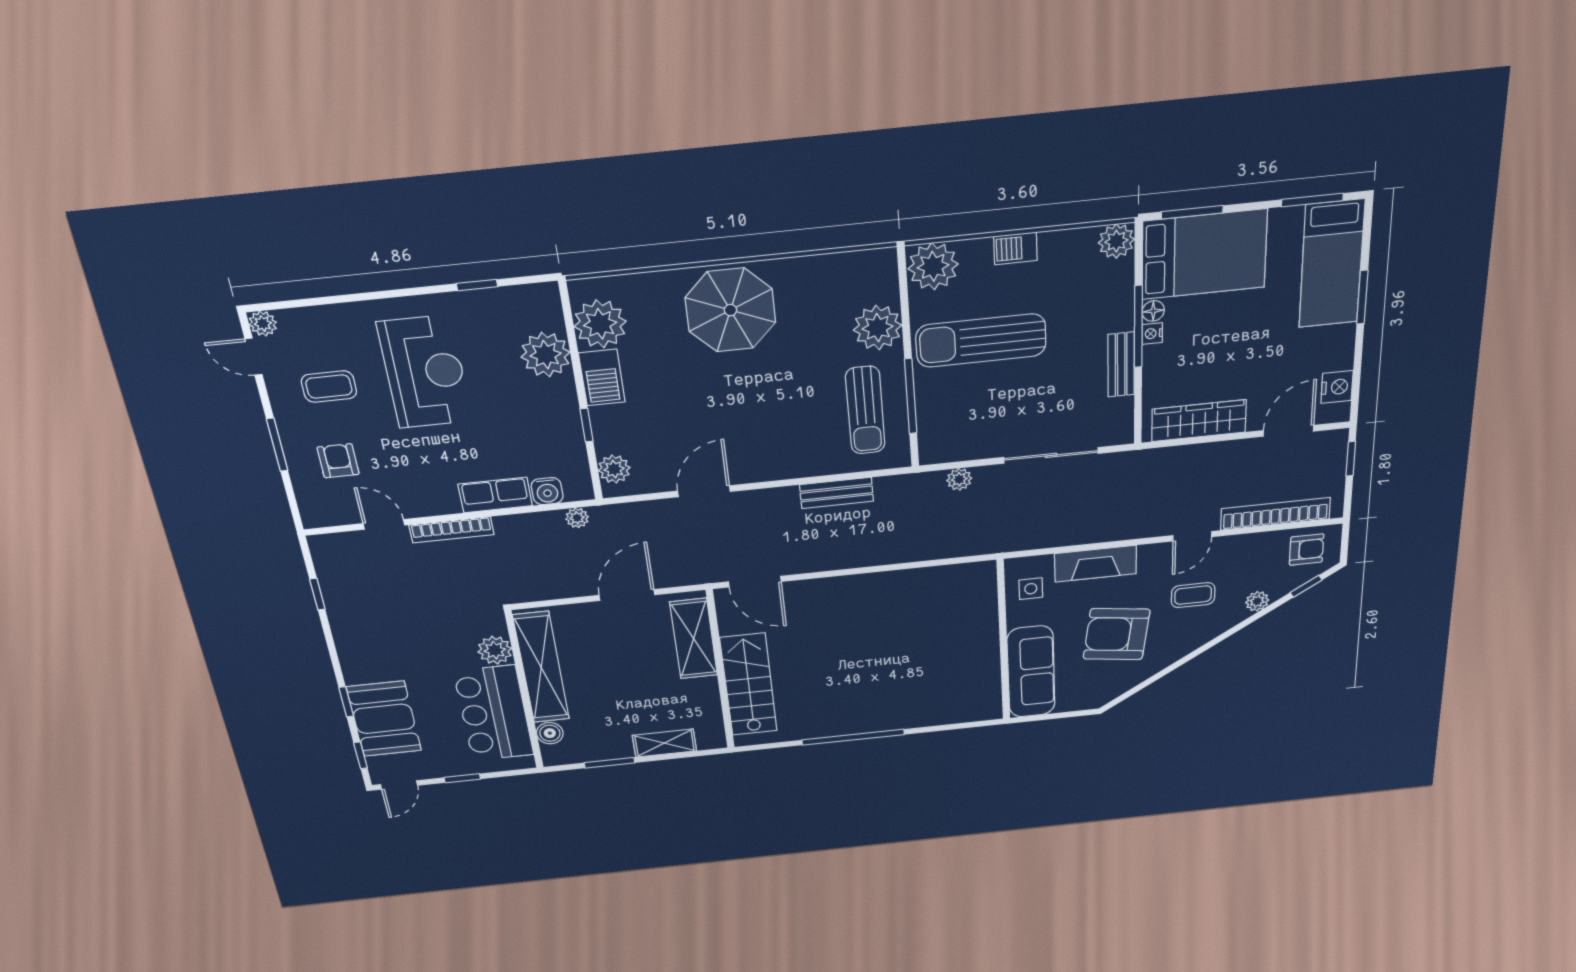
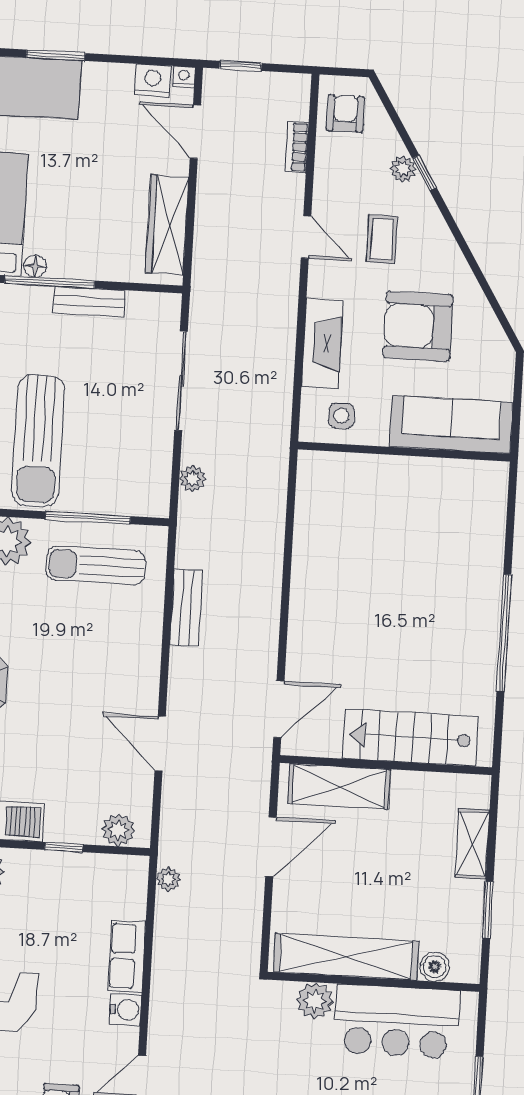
nightstand: (1152, 334) -> (184, 77), moved, turned 180
sun lounger: (865, 410) -> (96, 565), turned 180
water cooler: (547, 491) -> (126, 1010), moved
bookcase: (1275, 514) -> (297, 147), width x0.43, depth x0.76
bookcase: (452, 530) -> (160, 1010), removed
window: (1306, 586) -> (424, 173), moved
door: (627, 595) -> (271, 847), swing flipped
armchair: (1116, 634) -> (418, 326), turned 82

